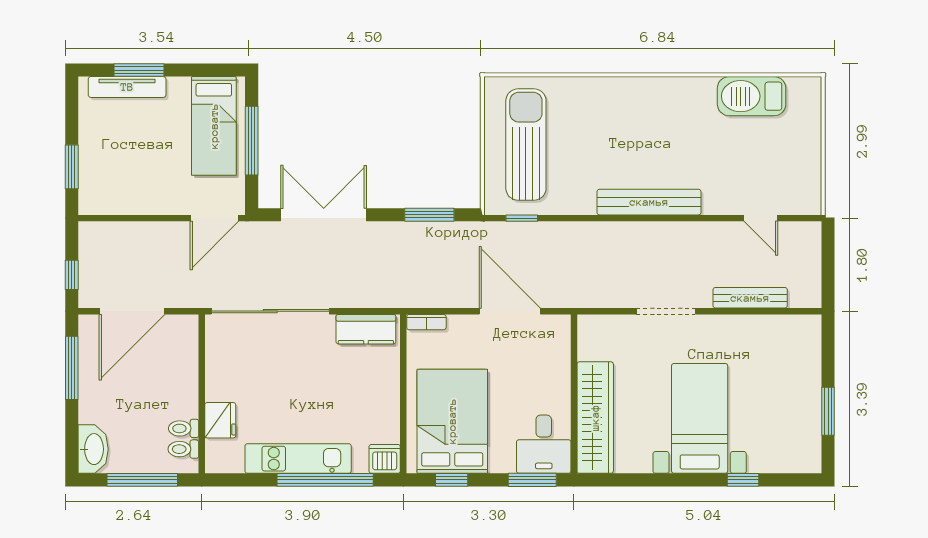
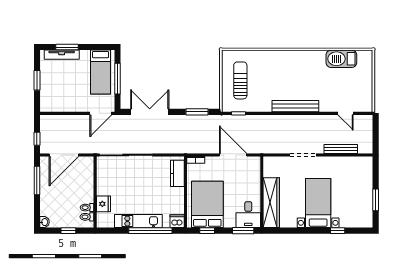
sun lounger: (526, 145) -> (240, 80), width x0.73, depth x0.75
window: (72, 167) -> (37, 80), moved
kitchen counter: (366, 329) -> (177, 173), moved, turned 90
washbasin: (93, 449) -> (44, 222), width x0.52, depth x0.69
window: (142, 480) -> (68, 231), width x0.46

